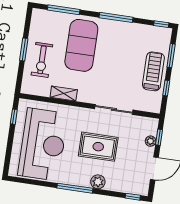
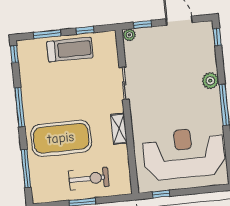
treadmill: (153, 71) -> (70, 50), turned 180
shelving: (64, 94) -> (119, 129), moved
sliding door: (114, 109) -> (124, 83), width x0.73
plant: (151, 141) -> (129, 35), moved
rug: (98, 147) -> (171, 90), removed

